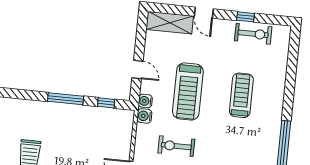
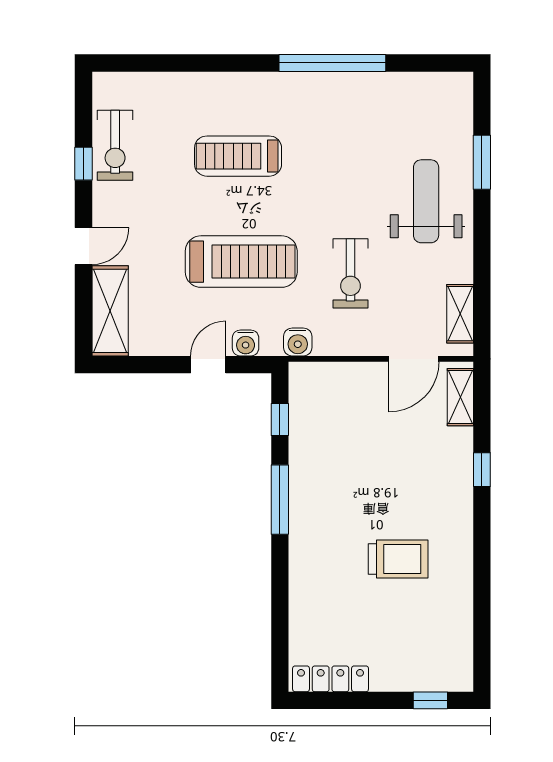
exercise bike: (253, 34) -> (115, 145), turned 180
water cooler: (145, 101) -> (246, 343), moved

